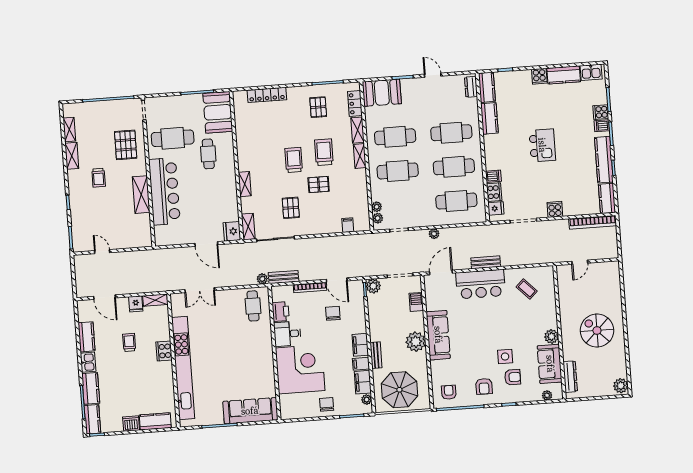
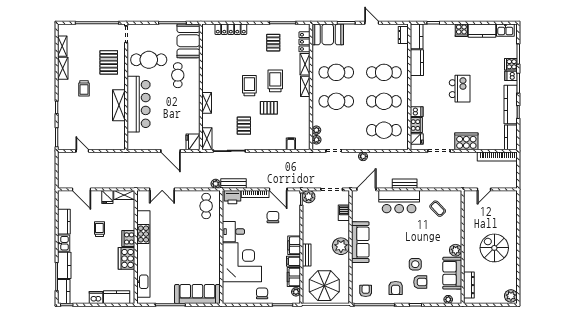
cooker: (555, 209) -> (466, 141), width x1.87, depth x1.31
printer: (281, 312) -> (232, 197), moved, turned 90
cooker: (164, 375) -> (127, 258), added

